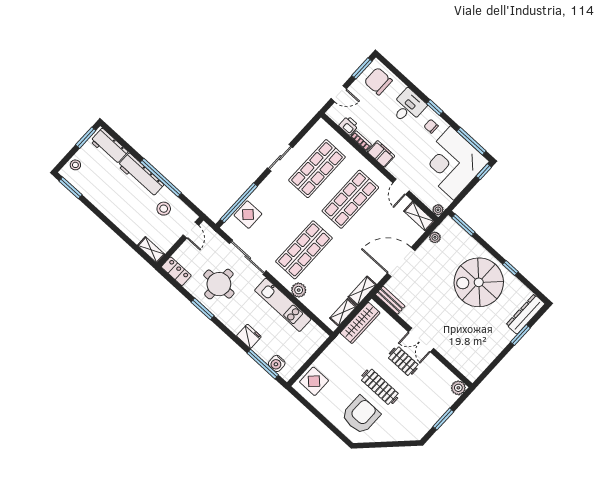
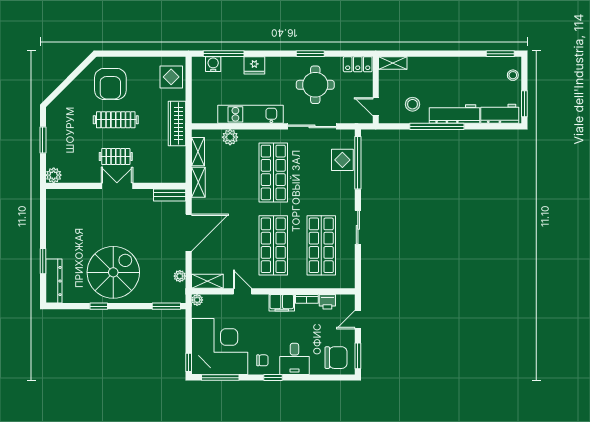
plant: (299, 290) -> (230, 137), moved
wardrobe: (360, 323) -> (177, 123), moved

